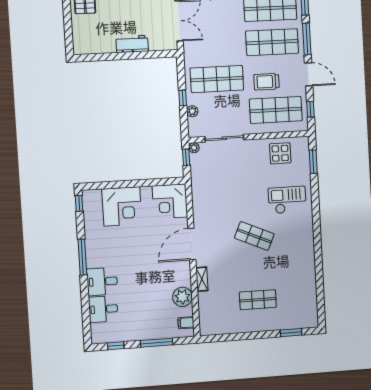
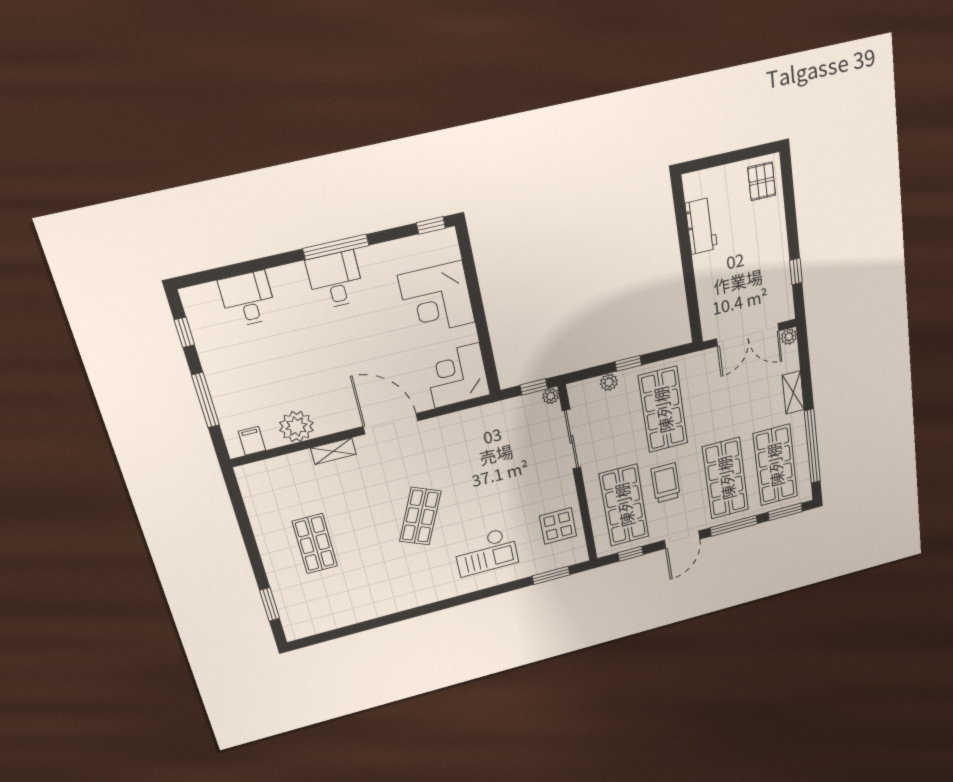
workbench: (132, 44) -> (701, 226), moved
checkout: (287, 200) -> (486, 552), turned 90
desk: (102, 281) -> (335, 280), moved

